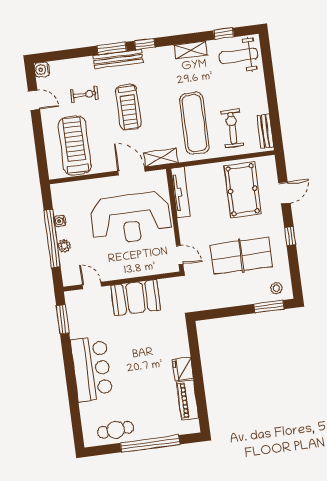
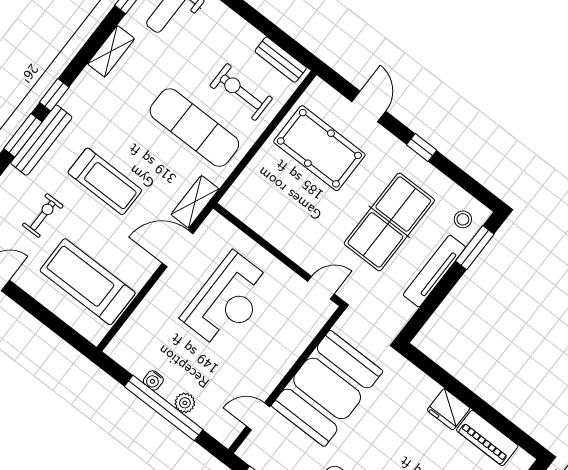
tv unit: (181, 192) -> (434, 271), moved, turned -90
reception desk: (131, 218) -> (228, 301), width x0.74, depth x0.77
booth: (136, 298) -> (327, 388), width x1.36, depth x1.42

